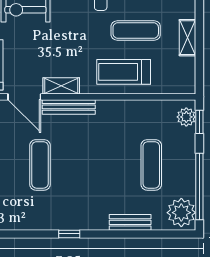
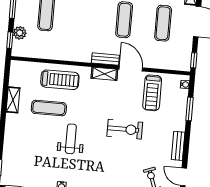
bench: (69, 107) -> (105, 59), width x0.73
plant: (186, 117) -> (20, 33), moved

